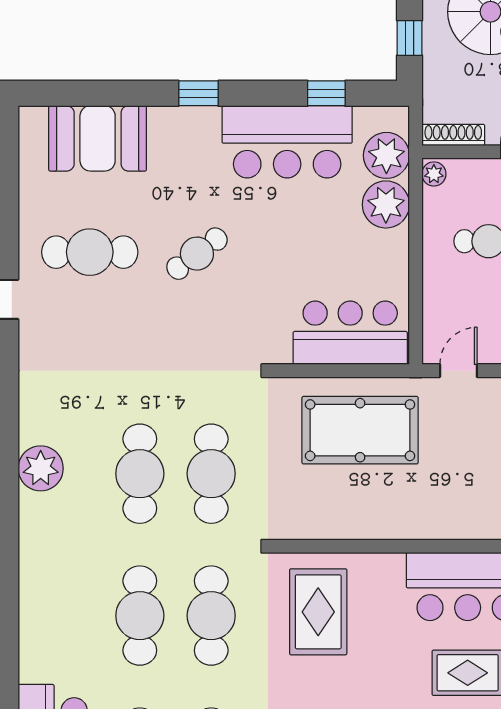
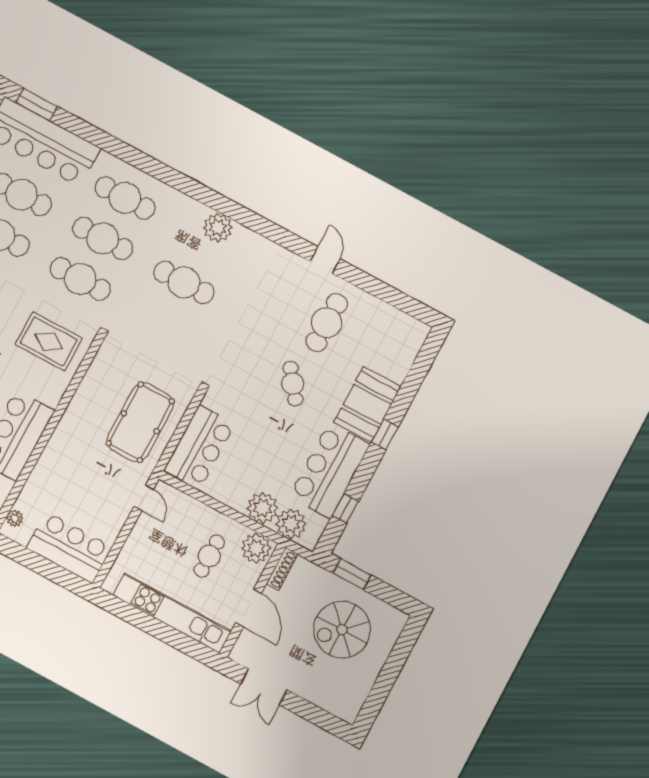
window: (409, 38) -> (352, 574), width x1.50
booth: (98, 138) -> (367, 404), moved
plant: (434, 174) -> (256, 548), width x1.88, depth x1.88
cafe table: (211, 474) -> (125, 198), moved

